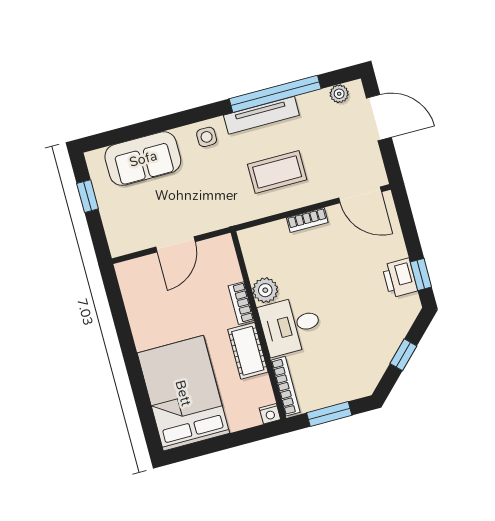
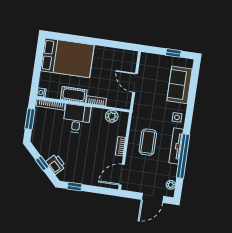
printer: (400, 278) -> (56, 164), moved, turned 45
plant: (265, 290) -> (112, 116), moved

